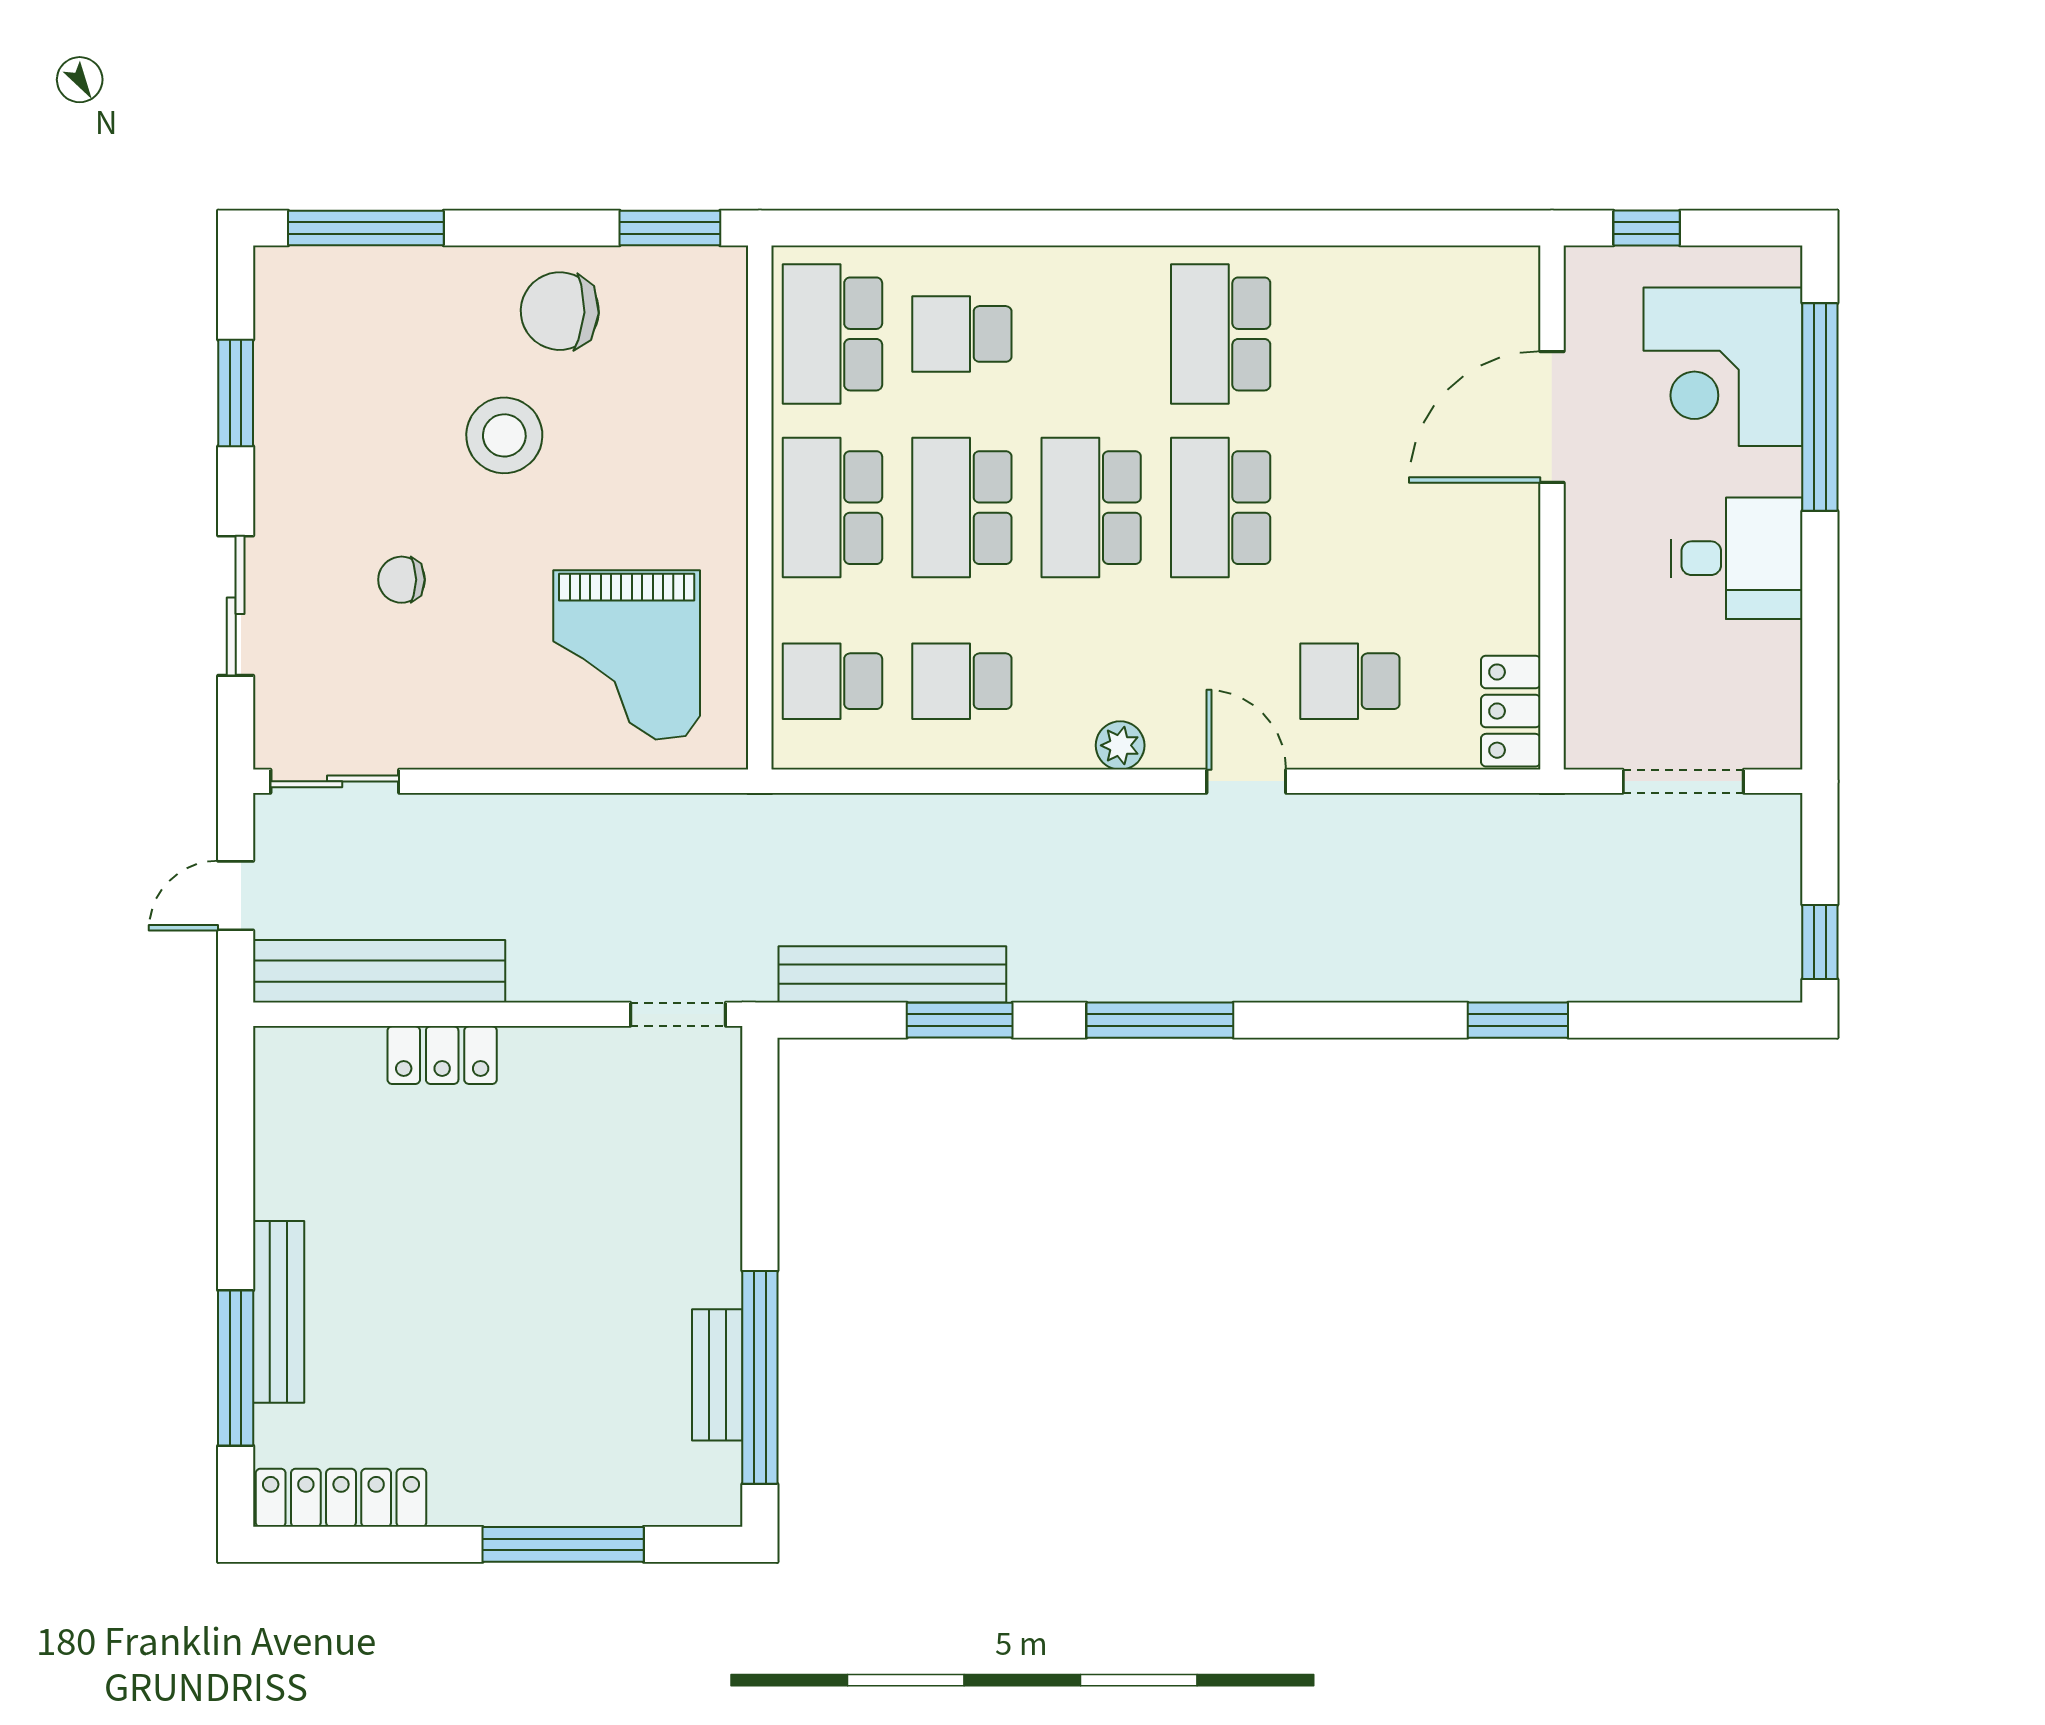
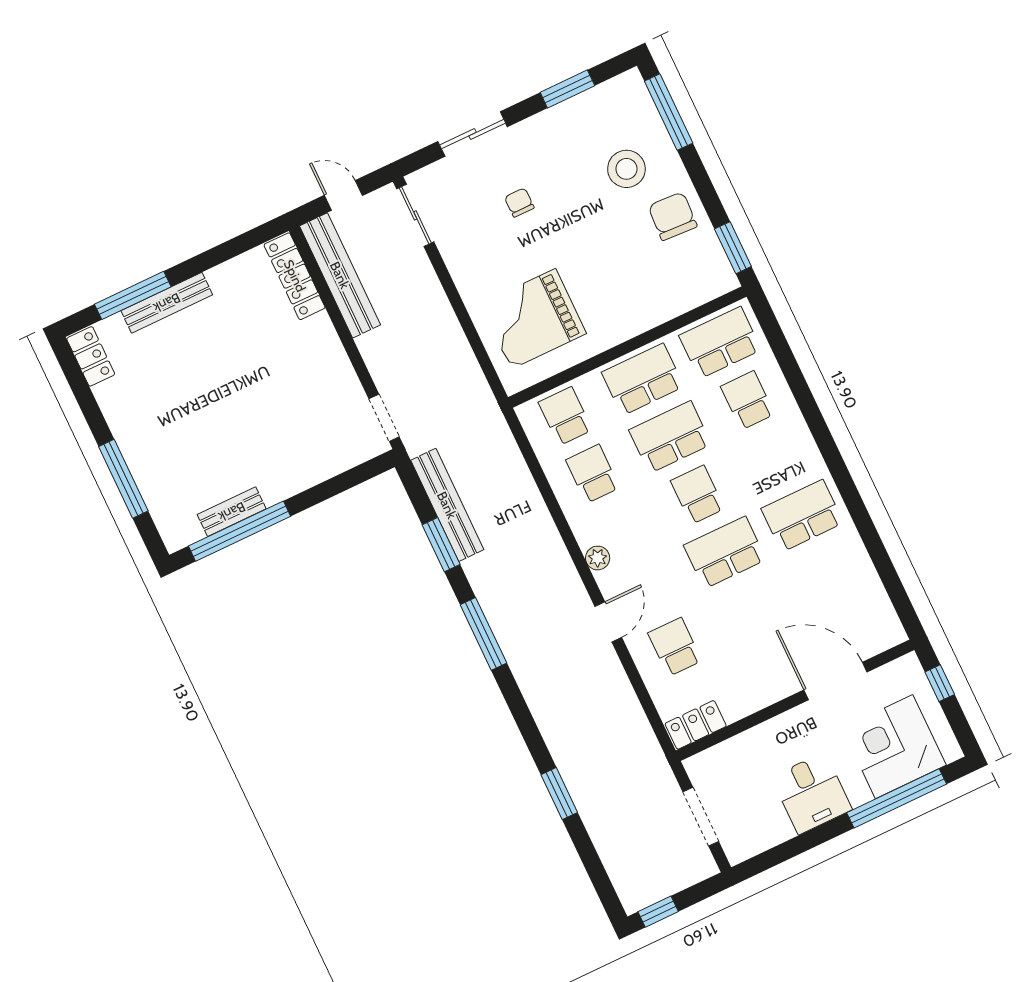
stool: (504, 435) -> (626, 169), moved
school desk: (1091, 508) -> (697, 495), width x0.54
locker: (442, 1055) -> (295, 276), moved, width x1.53
locker: (341, 1498) -> (91, 356), width x0.66

